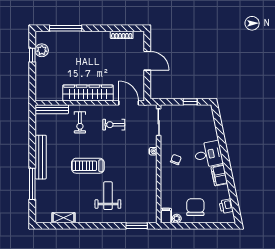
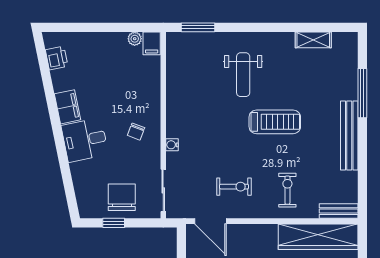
wardrobe: (88, 93) -> (318, 237), moved
bench: (52, 109) -> (339, 211), width x0.73
chair: (195, 207) -> (122, 197), moved, turned 180

